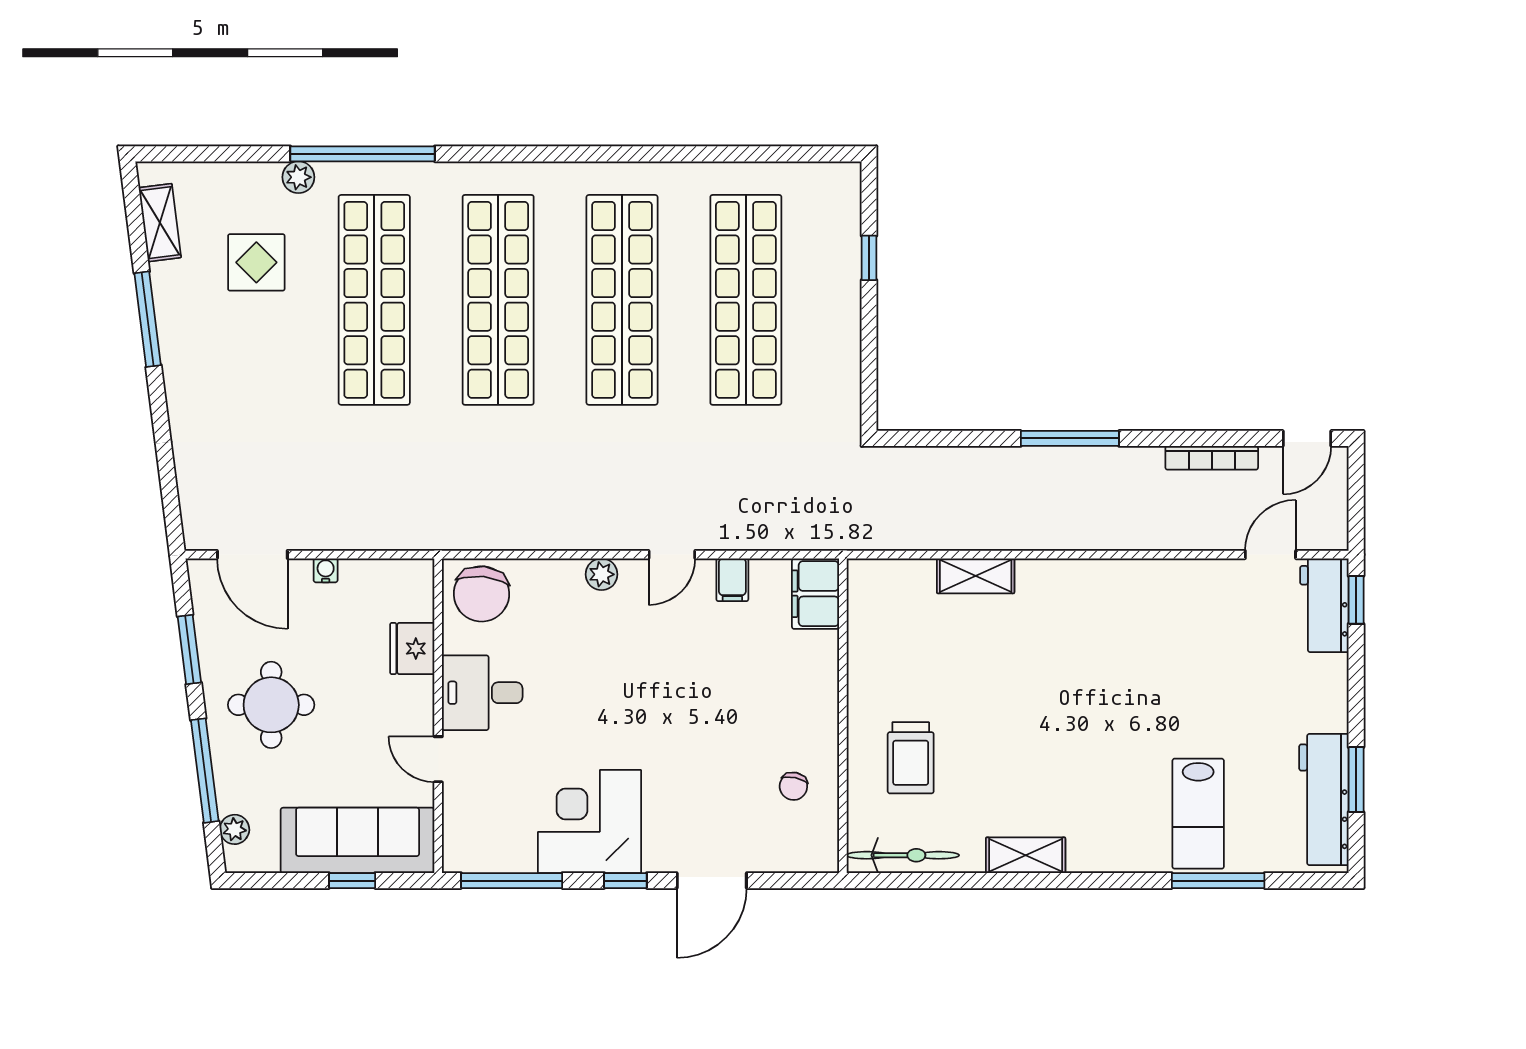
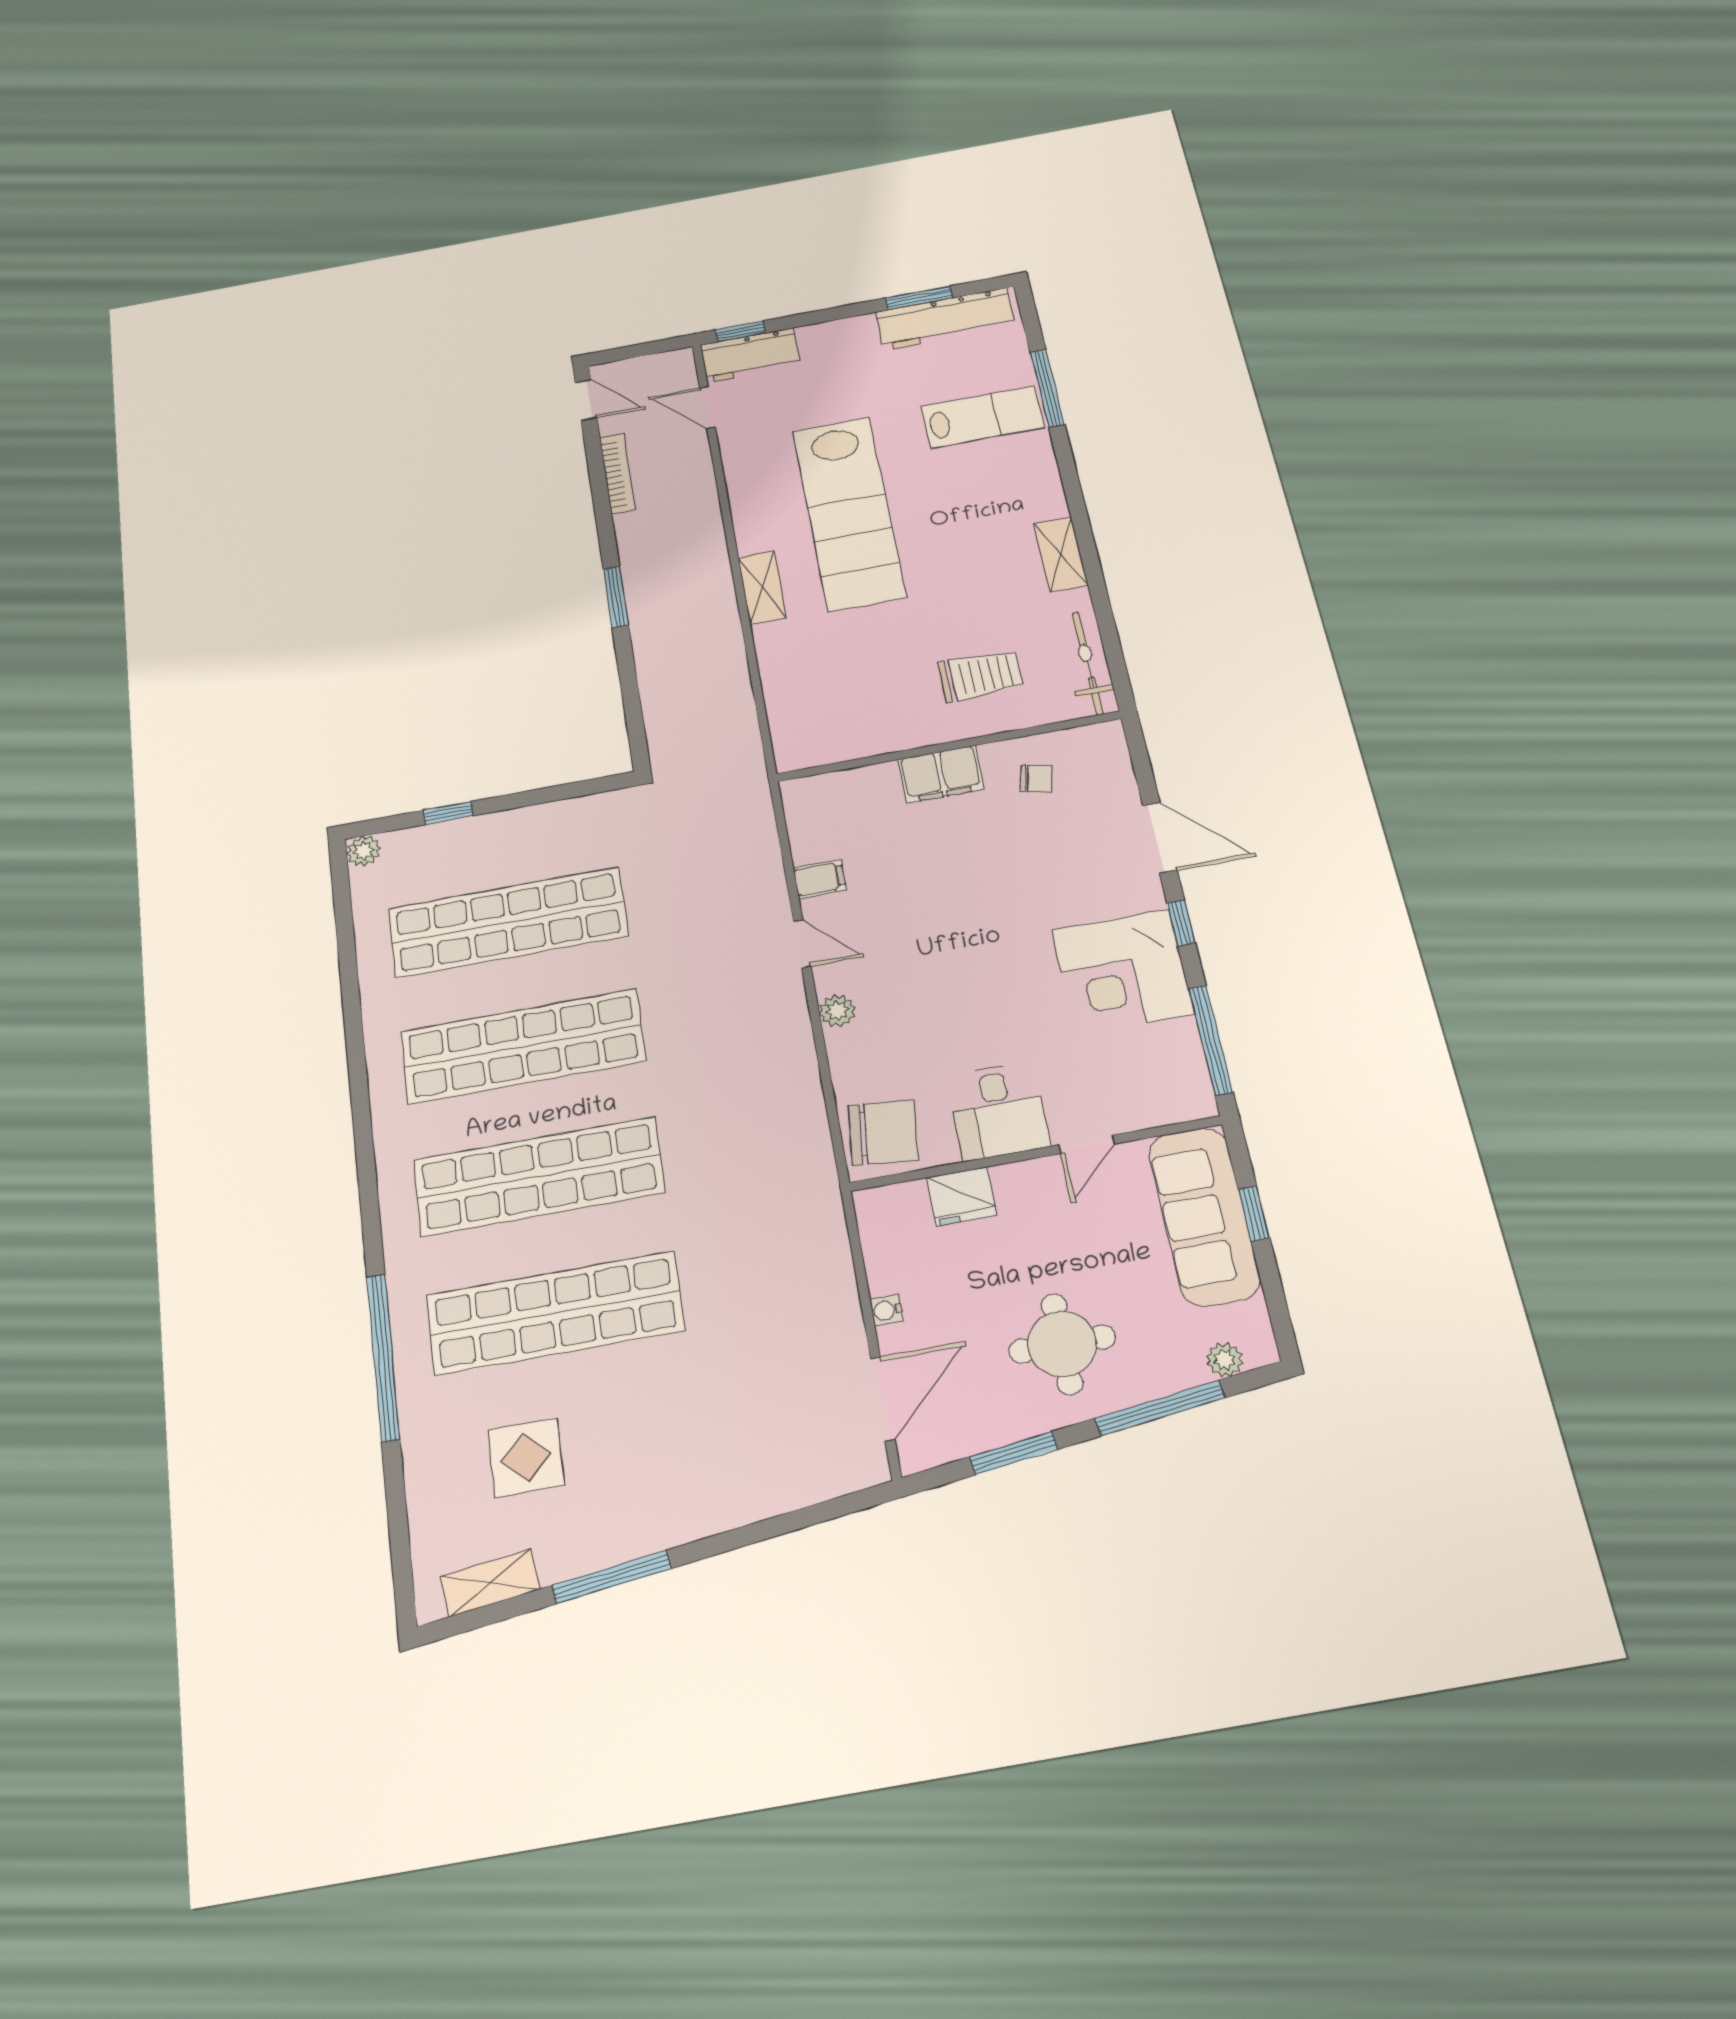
plant: (298, 177) -> (364, 851), moved
window: (1070, 438) -> (616, 597), width x0.69
shelving: (976, 576) -> (762, 588), moved
filing cabinet: (816, 594) -> (941, 774), moved
lab bench: (1116, 669) -> (849, 513), added

